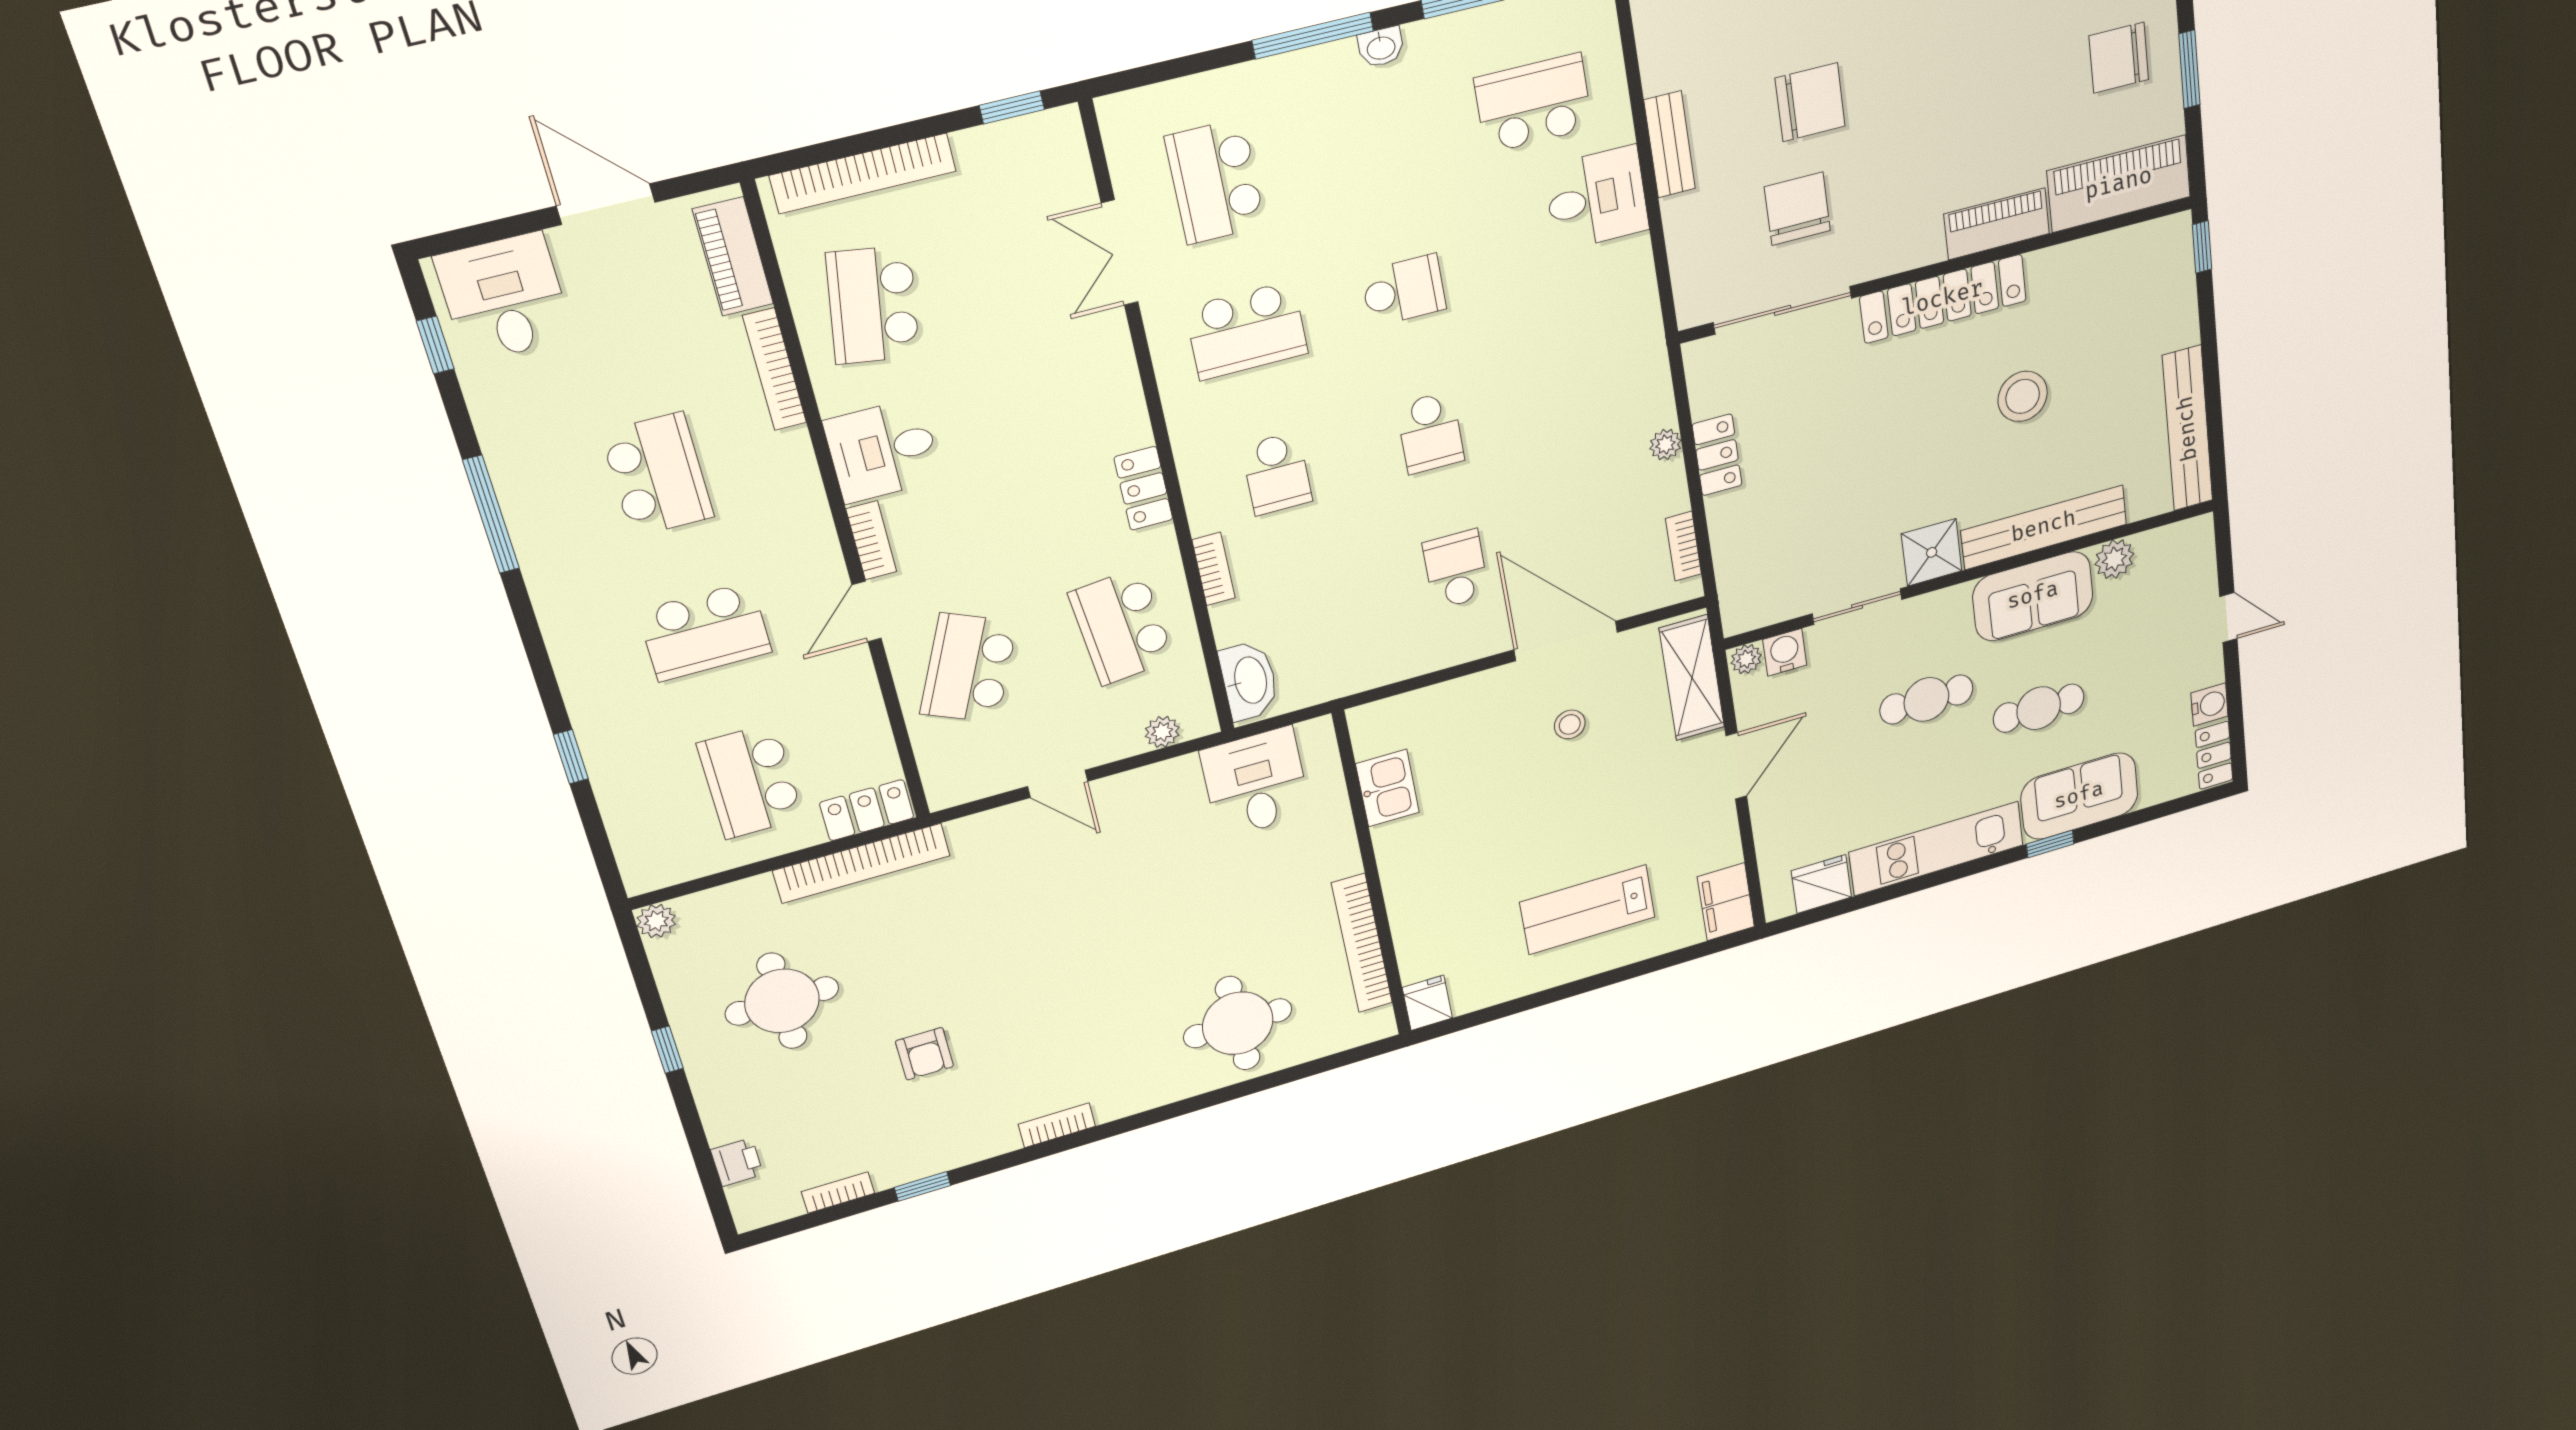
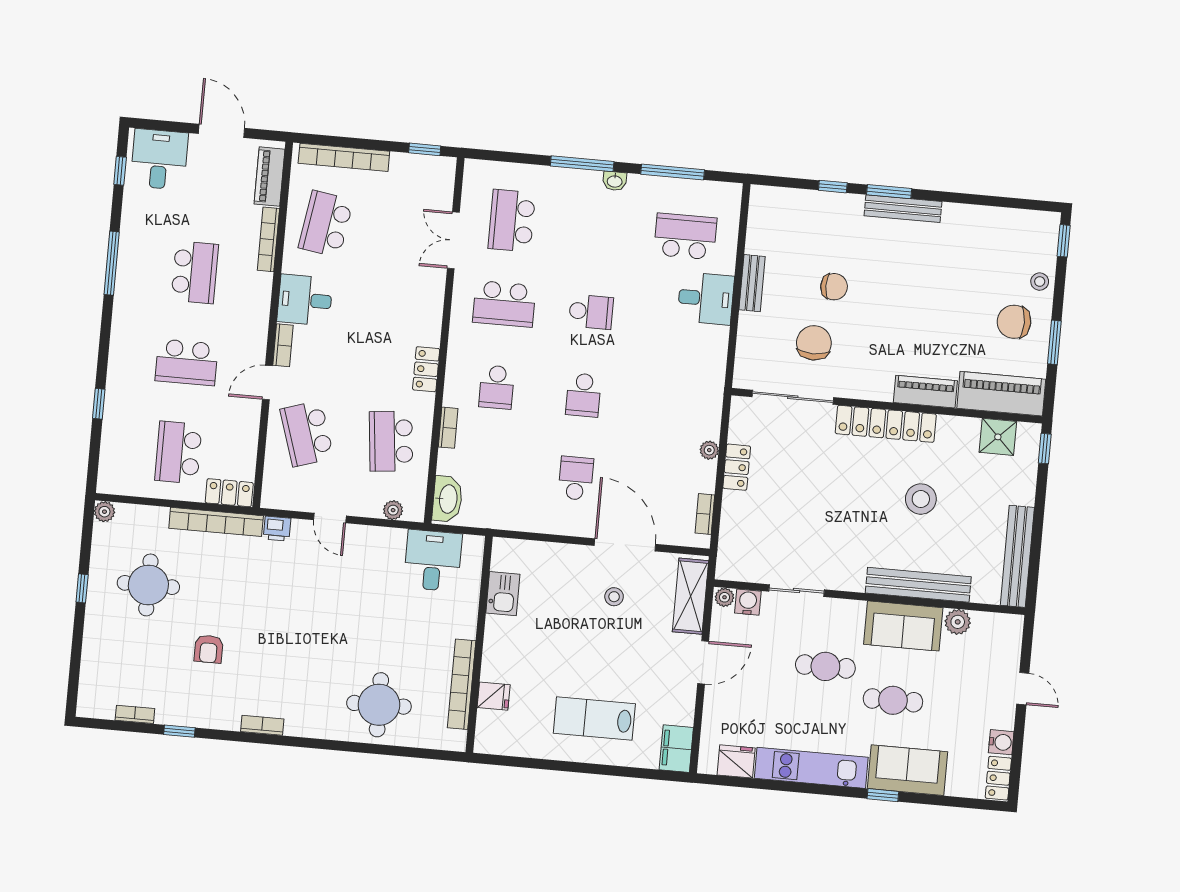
chair: (1810, 102) -> (834, 287), width x0.73, depth x0.73
shower: (1932, 552) -> (998, 437), moved
school desk: (969, 668) -> (307, 434), turned -42
fridge: (1427, 1003) -> (494, 696), moved, turned 90
printer: (737, 1162) -> (277, 529), moved, turned 90

